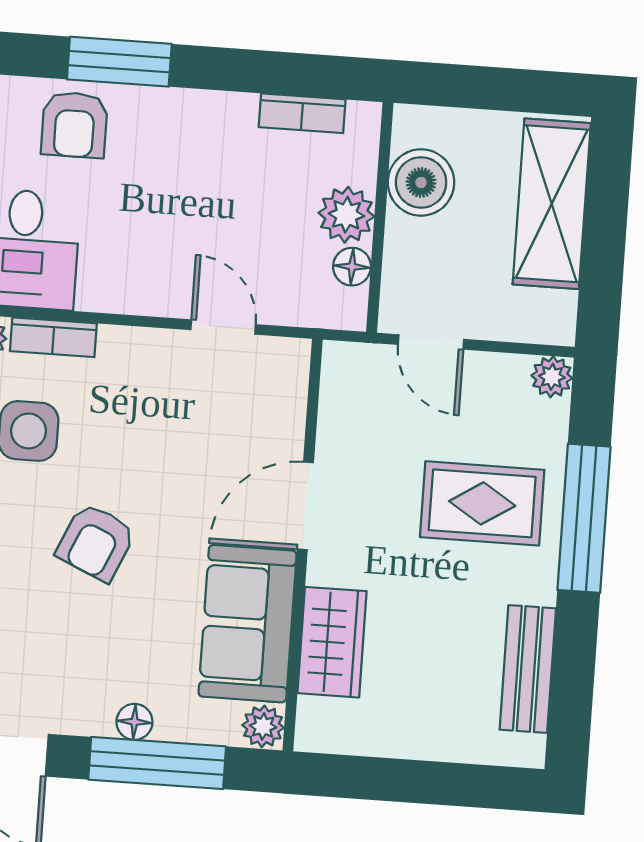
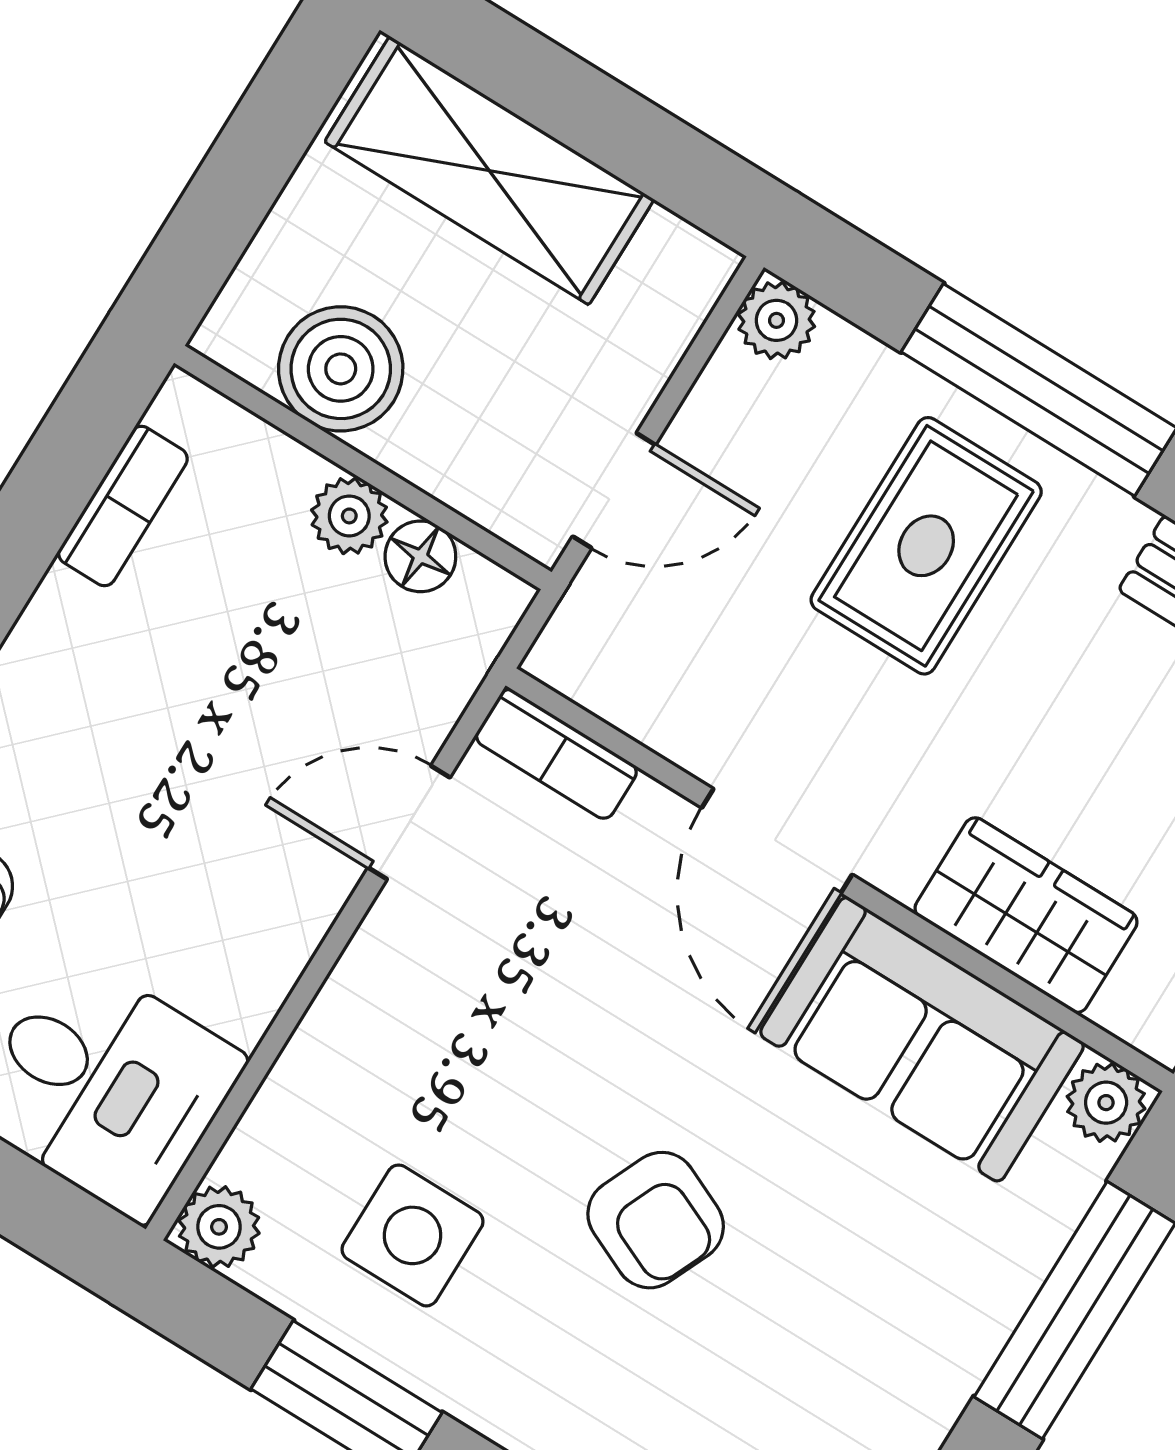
plant: (346, 215) -> (349, 516), width x0.73, depth x0.73
bookcase: (53, 337) -> (556, 754), moved, turned 90
floor lamp: (134, 722) -> (987, 1312), removed

